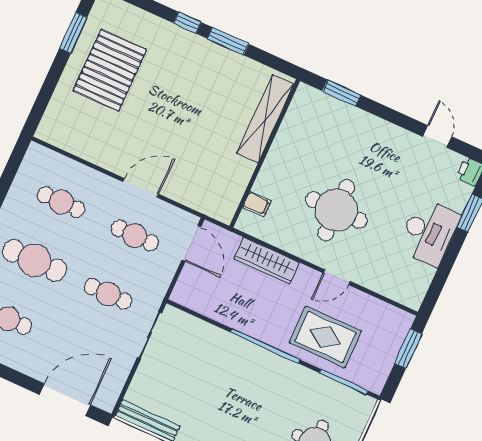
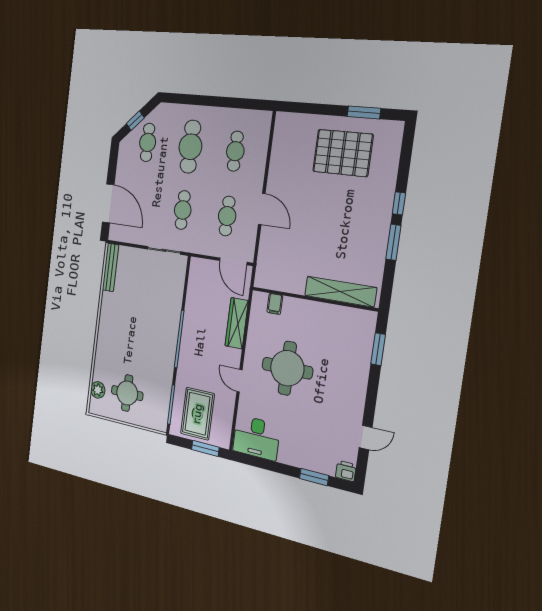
desk: (429, 232) -> (256, 438), moved
door: (191, 243) -> (233, 261), hinge flipped
rug: (325, 337) -> (197, 414), moved

